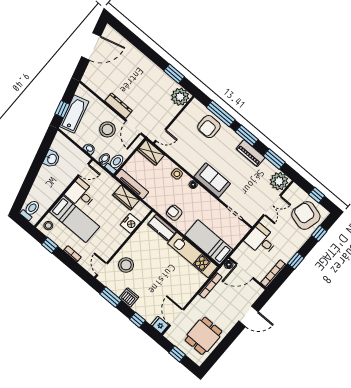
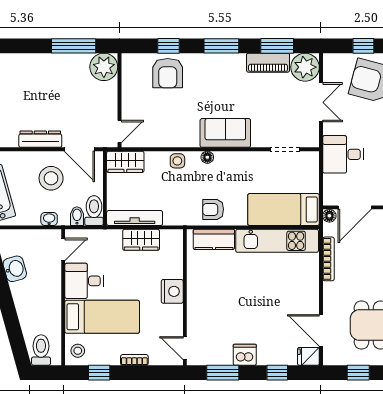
window: (174, 74) -> (74, 46), width x1.44
window: (221, 113) -> (168, 46), width x0.46
piano: (251, 153) -> (268, 63), moved
nightstand: (130, 223) -> (172, 291), moved
stool: (126, 265) -> (209, 319), removed

